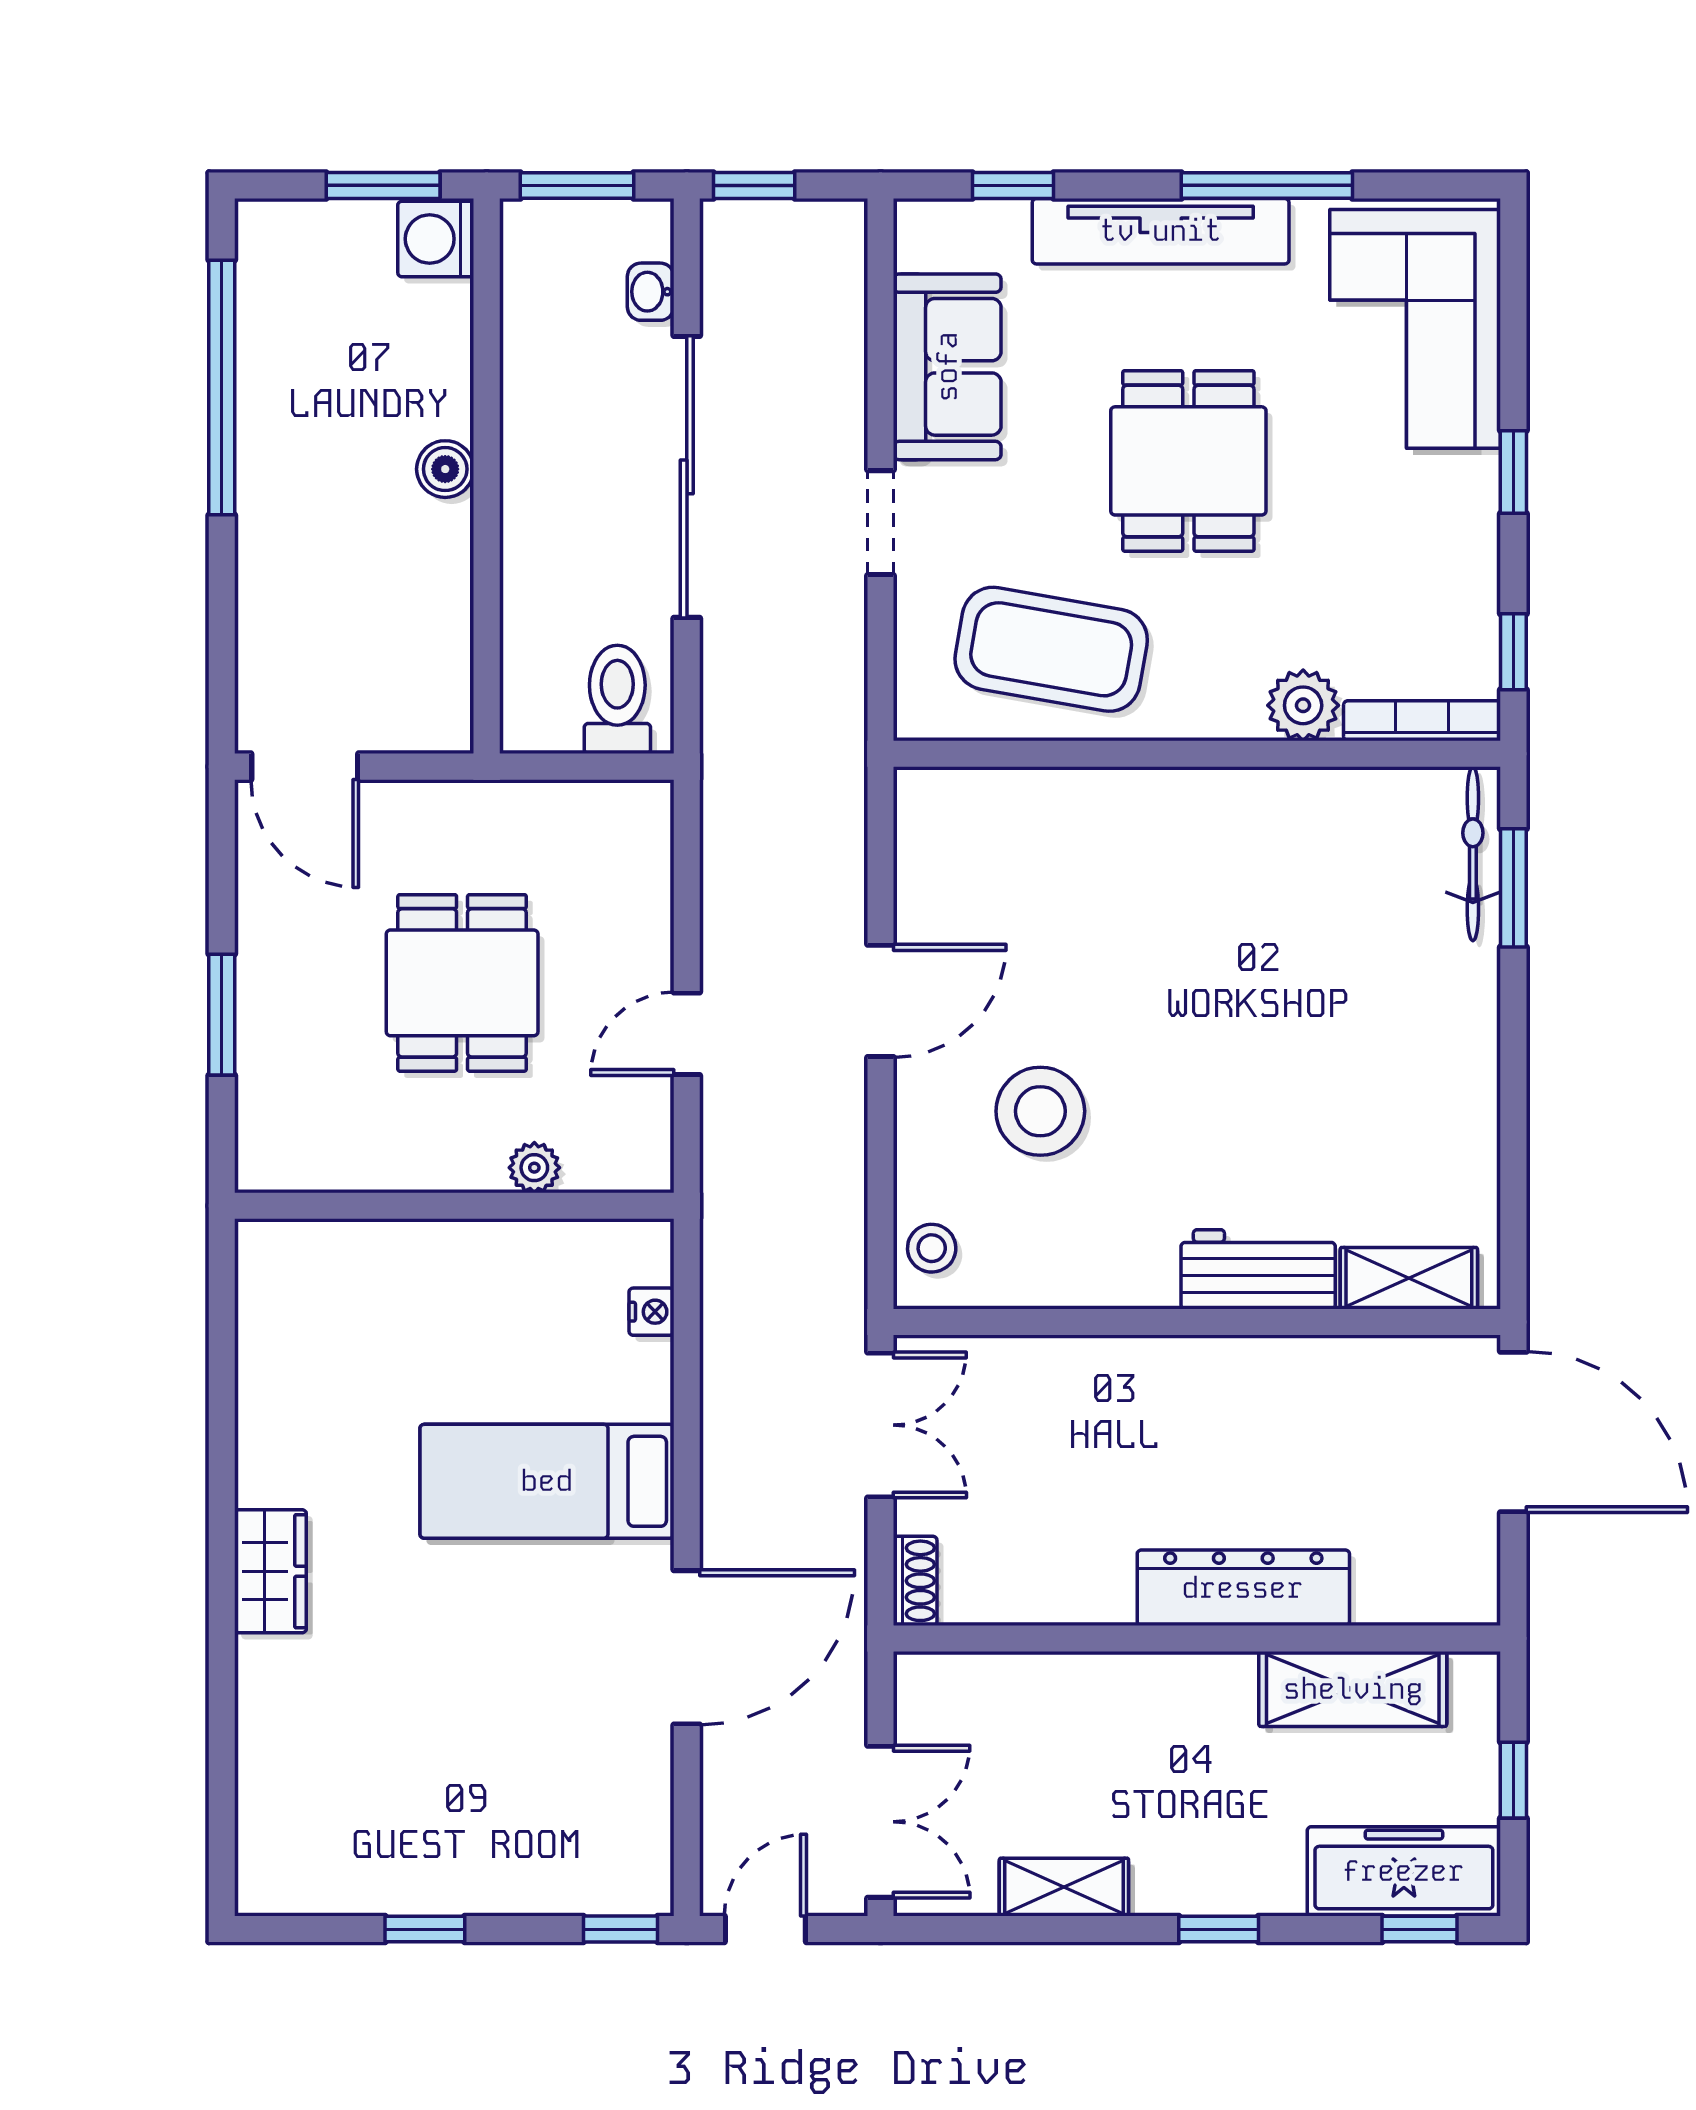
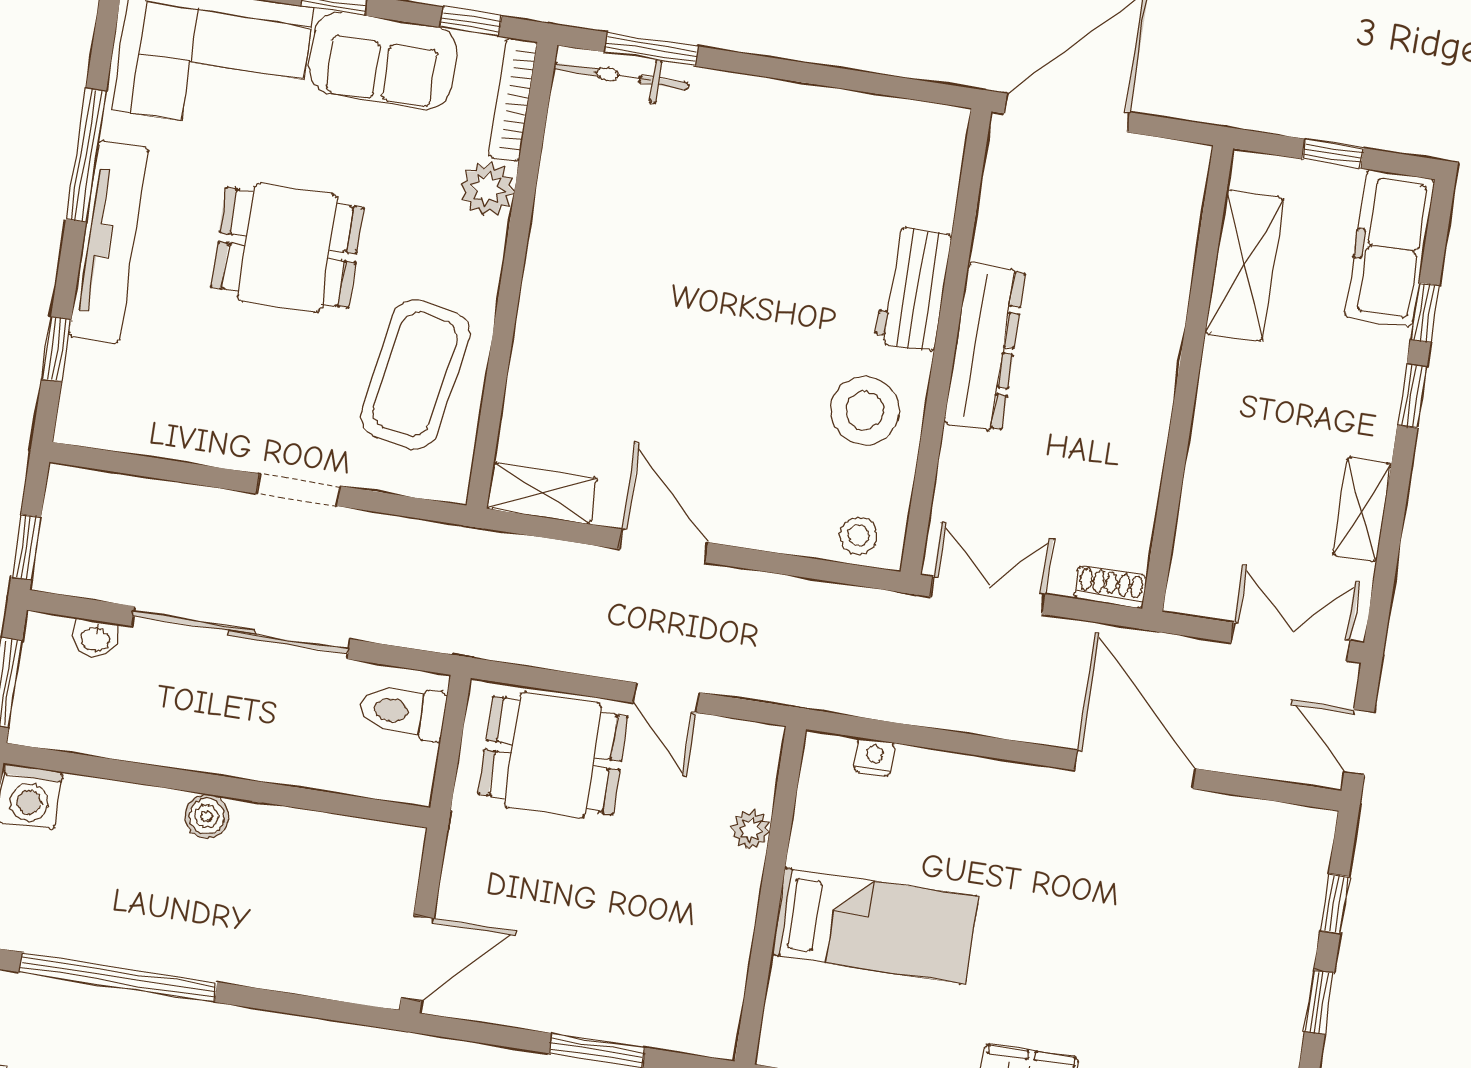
sofa: (947, 367) -> (383, 60), moved, turned 180
dining table: (462, 983) -> (553, 755), moved
stool: (1040, 1111) -> (865, 411), moved
shelving: (1409, 1278) -> (542, 493), moved, turned 90
bed: (547, 1481) -> (875, 926), moved, turned -90
dresser: (1243, 1588) -> (985, 347), moved, turned 180
window: (620, 1929) -> (1335, 903), moved
window: (1420, 1929) -> (1425, 313), moved

